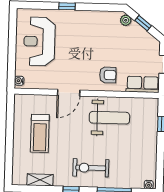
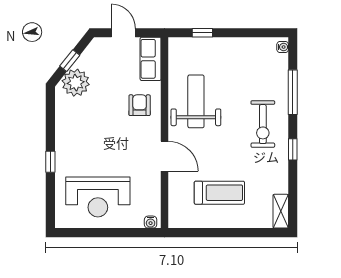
plant: (126, 20) -> (76, 83), width x1.88, depth x1.88
shelving: (40, 180) -> (281, 211), moved

